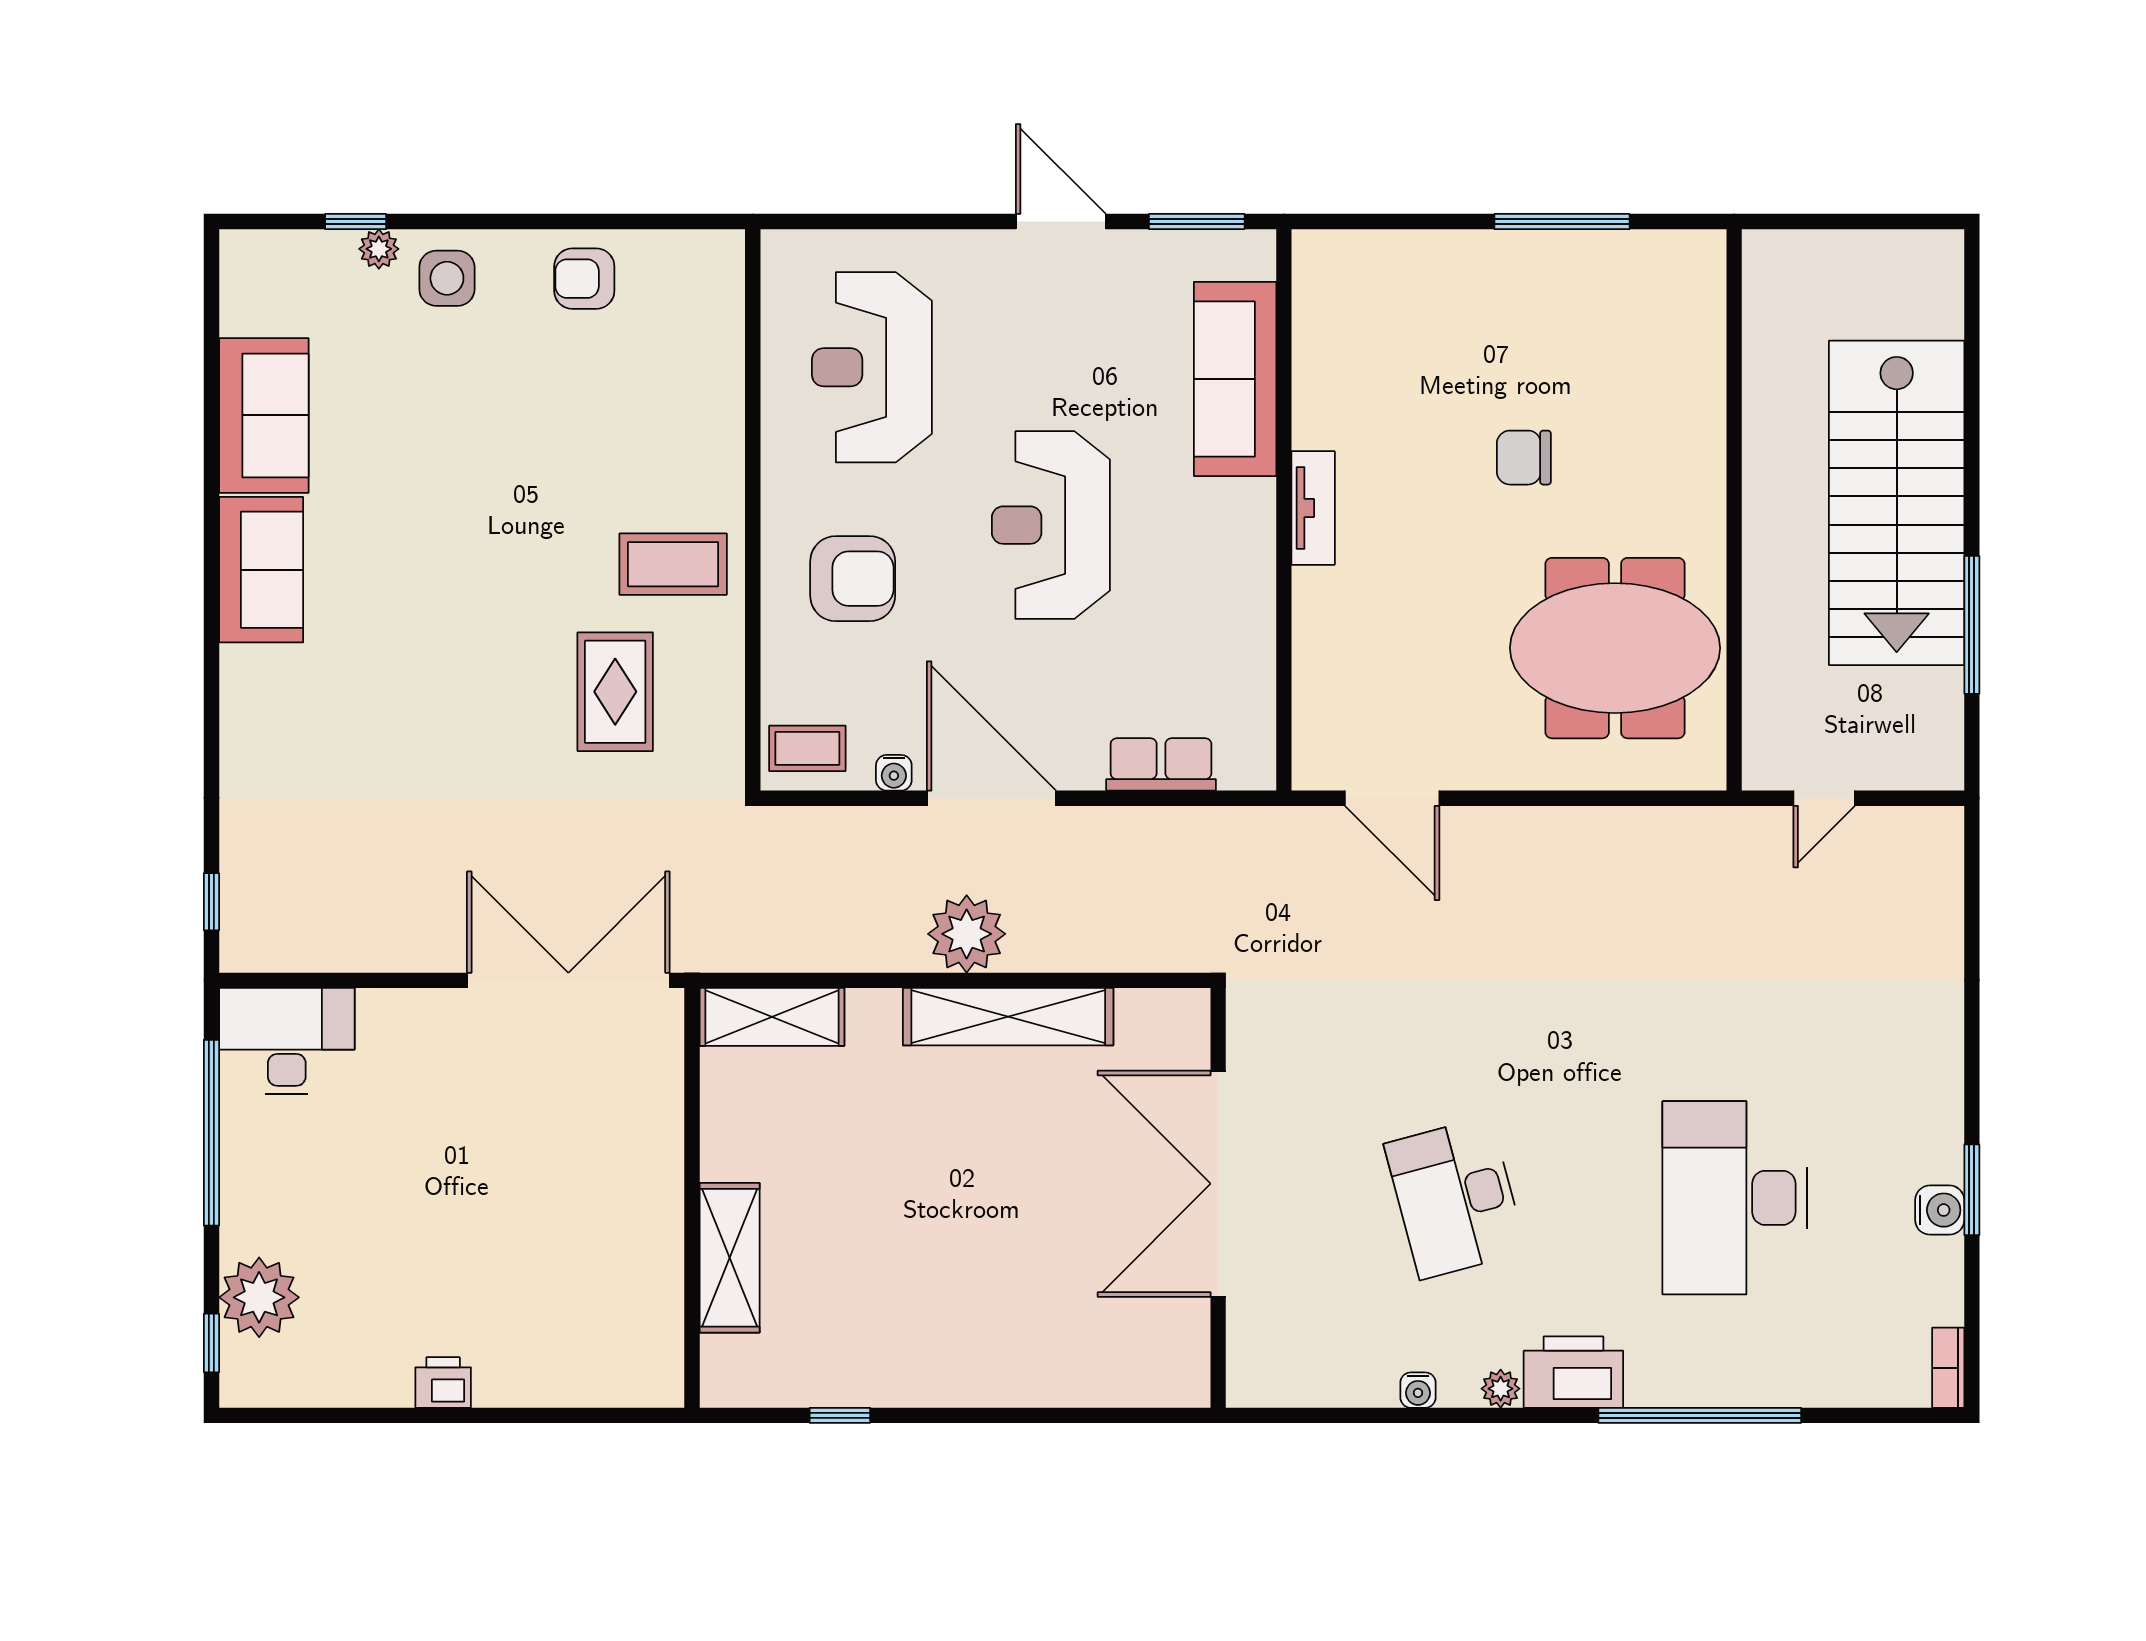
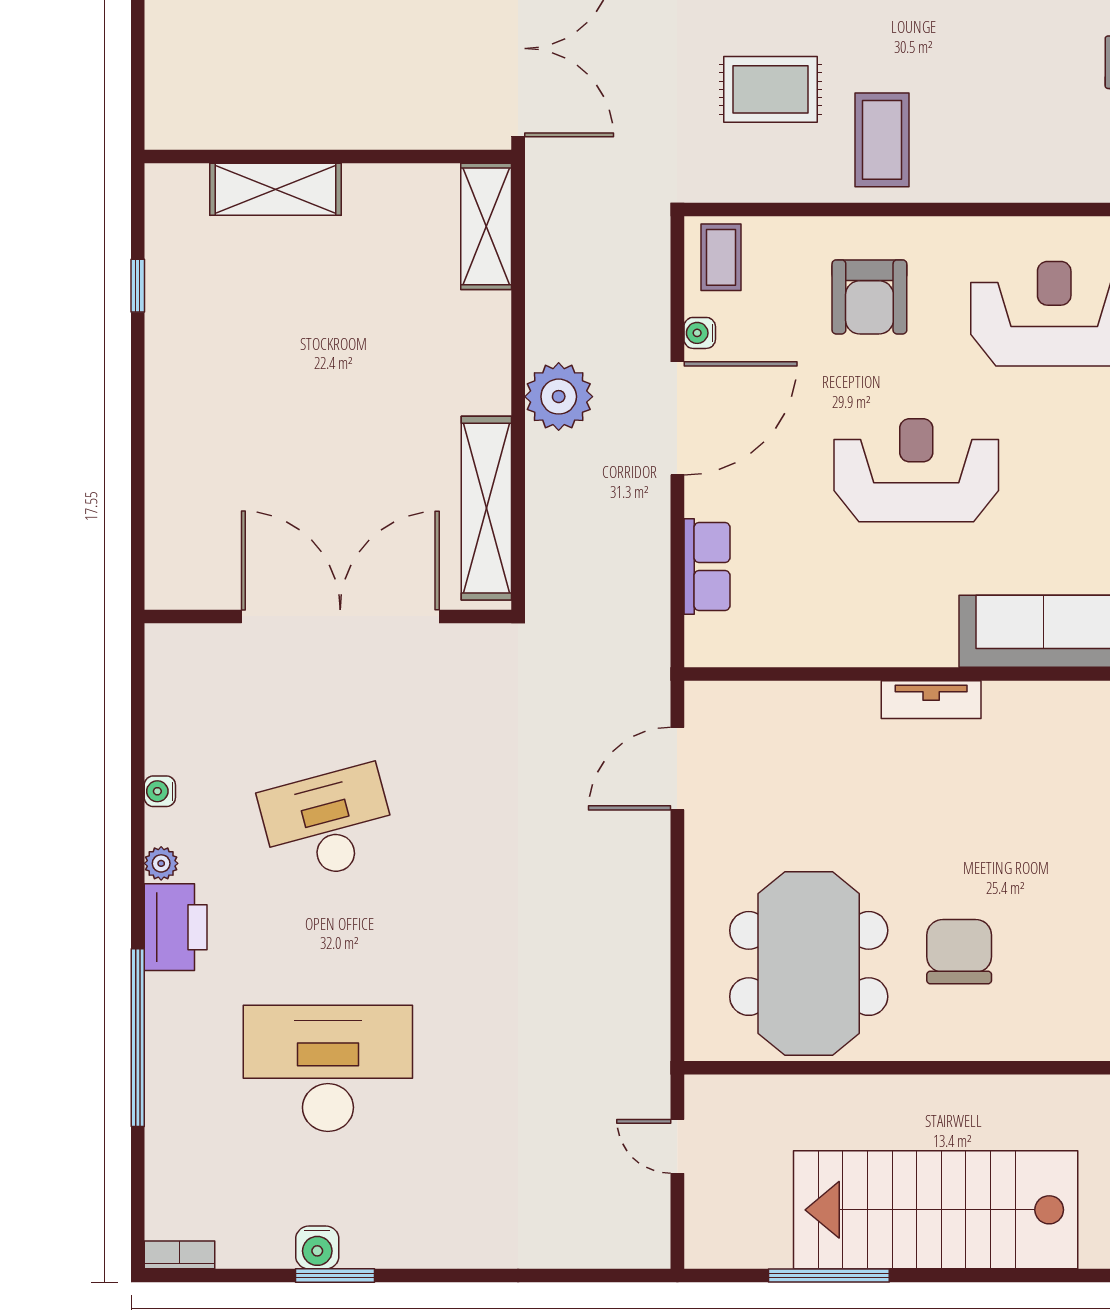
chair: (1524, 458) -> (959, 952), moved, width x1.37, depth x1.37
shelving: (1008, 1017) -> (486, 508), moved

